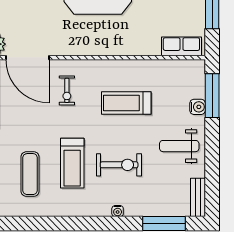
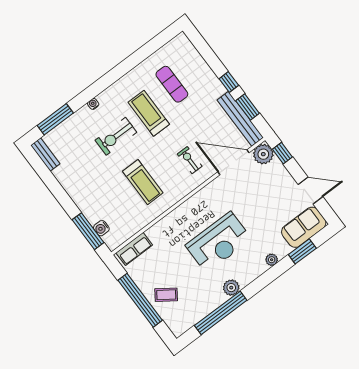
treadmill: (126, 103) -> (143, 182), turned 90
water cooler: (198, 107) -> (101, 228), moved
weight bench: (179, 146) -> (85, 180), removed

